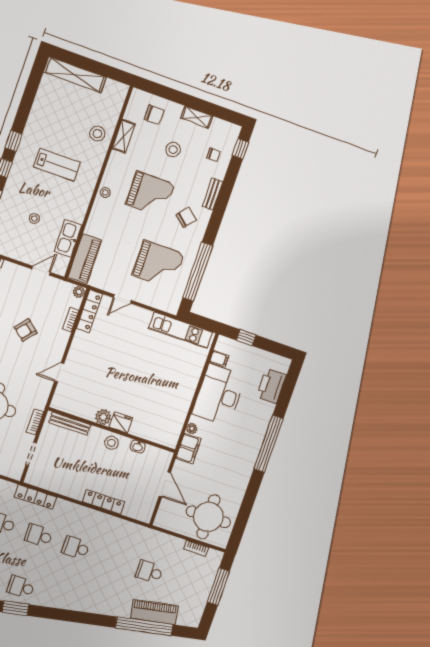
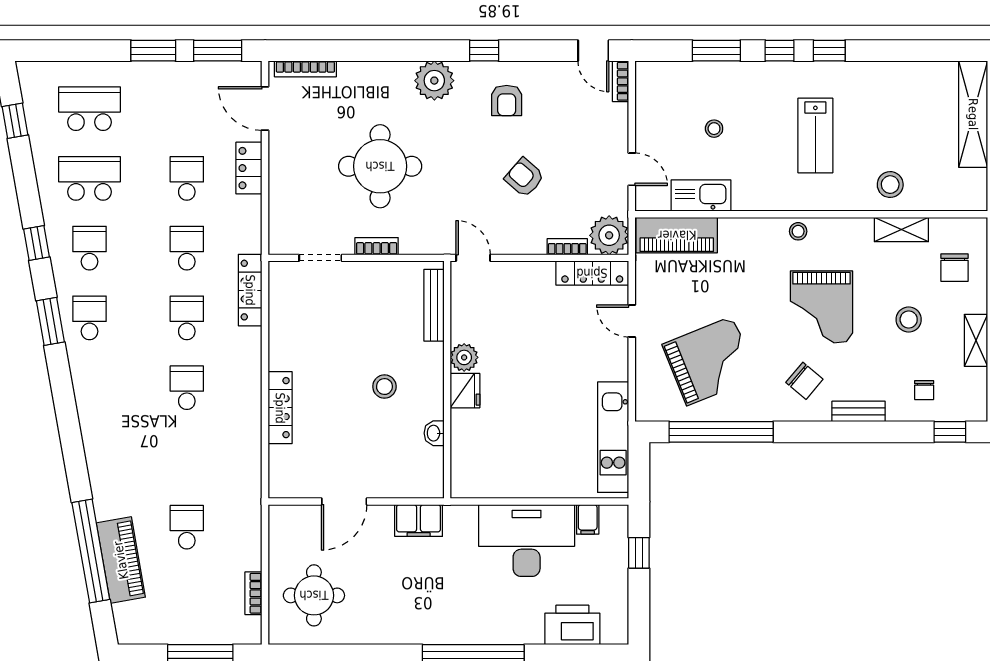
grand piano: (158, 264) -> (710, 361), turned -112
plant: (79, 292) -> (609, 235), width x1.87, depth x1.87
plant: (103, 417) -> (464, 357), moved
fridge: (121, 422) -> (465, 391), moved
bench: (70, 424) -> (434, 305), moved
plant: (192, 429) -> (454, 514), removed
wall: (112, 430) -> (447, 380), moved
washbasin: (138, 447) -> (434, 433), moved
round table: (208, 517) -> (314, 595), width x0.73, depth x0.73

